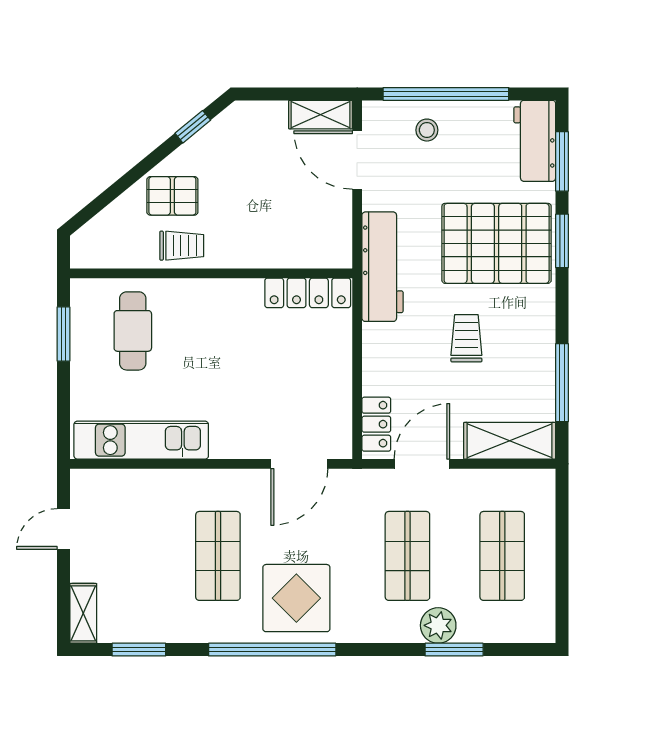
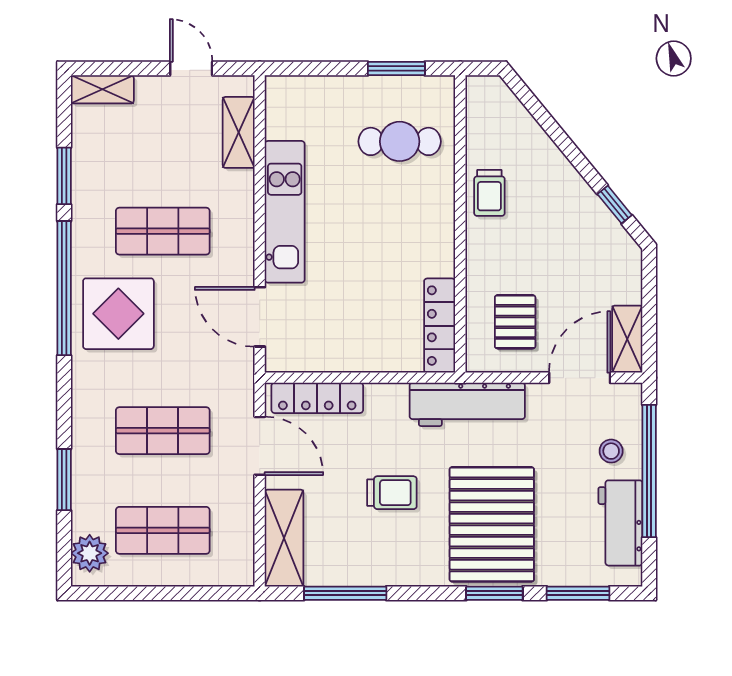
workbench: (535, 141) -> (620, 523), moved, turned -90
pallet: (172, 196) -> (515, 322), moved
locker: (376, 424) -> (317, 398), width x1.53
kitchen unit: (141, 440) -> (285, 212), moved
shelving: (124, 484) -> (239, 132), added
plant: (438, 625) -> (90, 553), moved
window: (139, 650) -> (64, 176), moved

